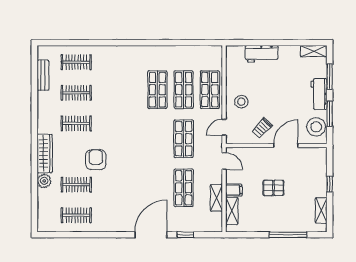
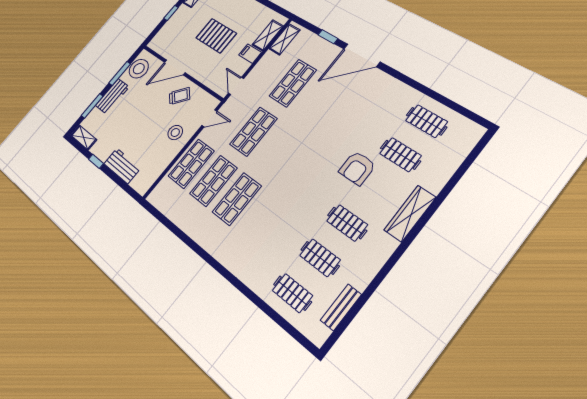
window: (286, 43) -> (96, 161), added
plant: (44, 181) -> (435, 182), removed
pallet: (273, 188) -> (216, 36), width x1.50, depth x1.42
shelving: (216, 198) -> (284, 39), moved

